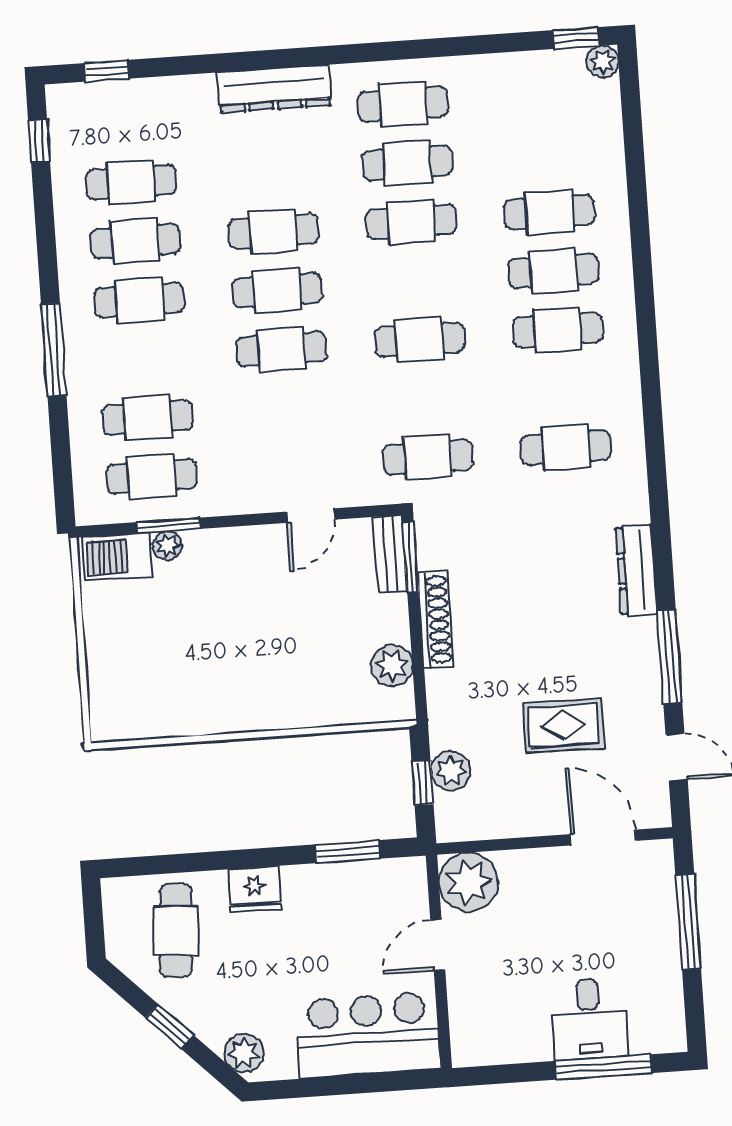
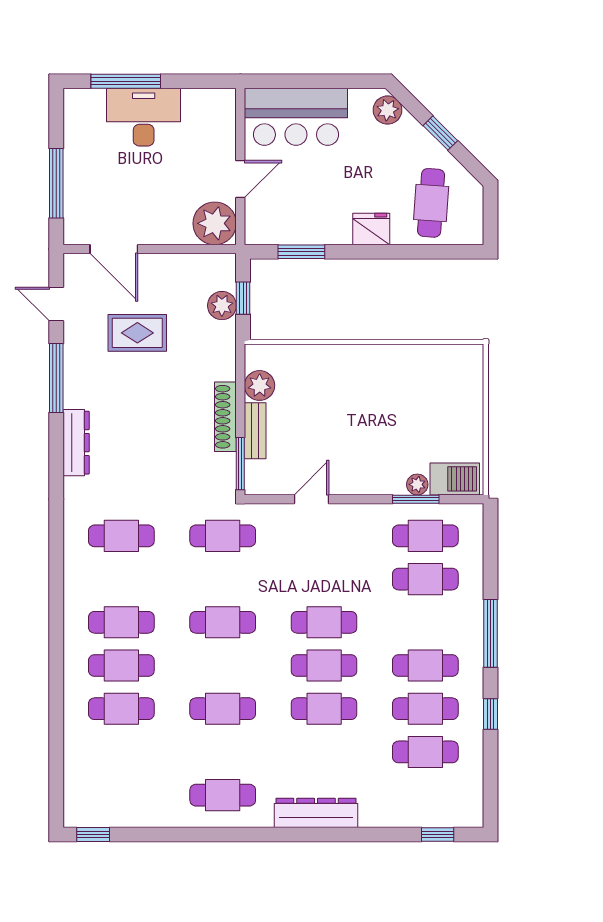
plant: (603, 61) -> (75, 816), removed
window: (39, 141) -> (491, 714), moved
cafe table: (407, 163) -> (223, 752), removed
bench: (390, 554) -> (255, 431), moved
desk: (589, 1019) -> (144, 117), width x1.37

